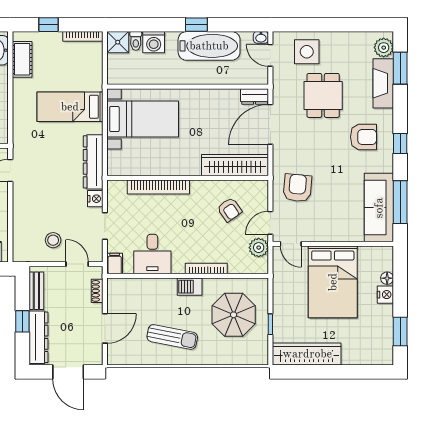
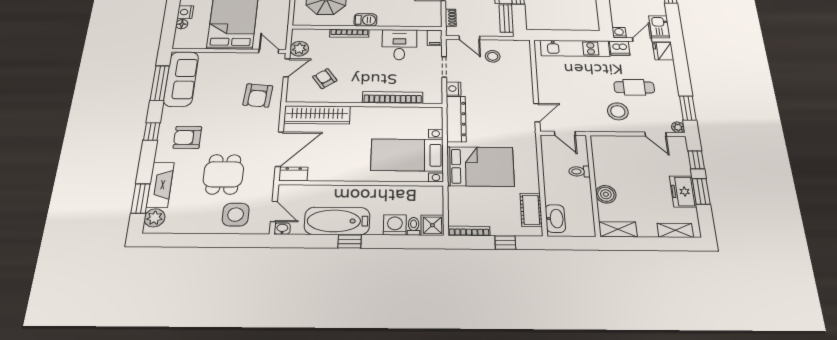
bed: (70, 107) -> (480, 166), width x1.50

